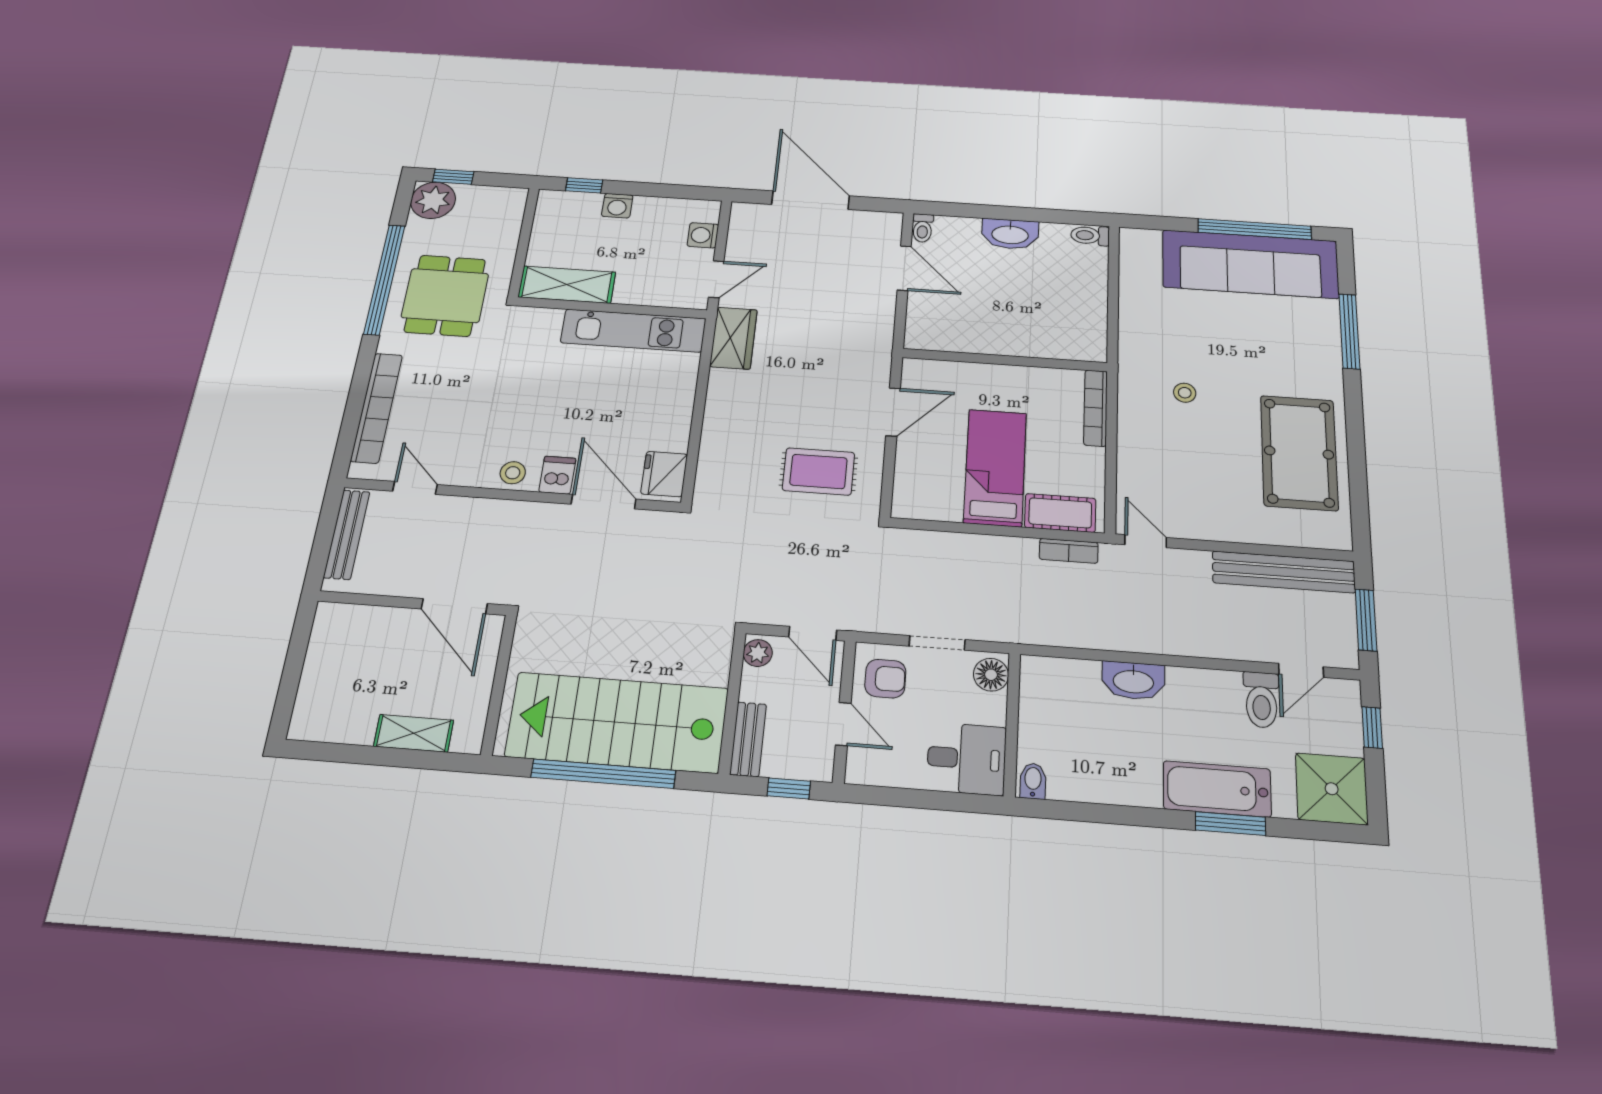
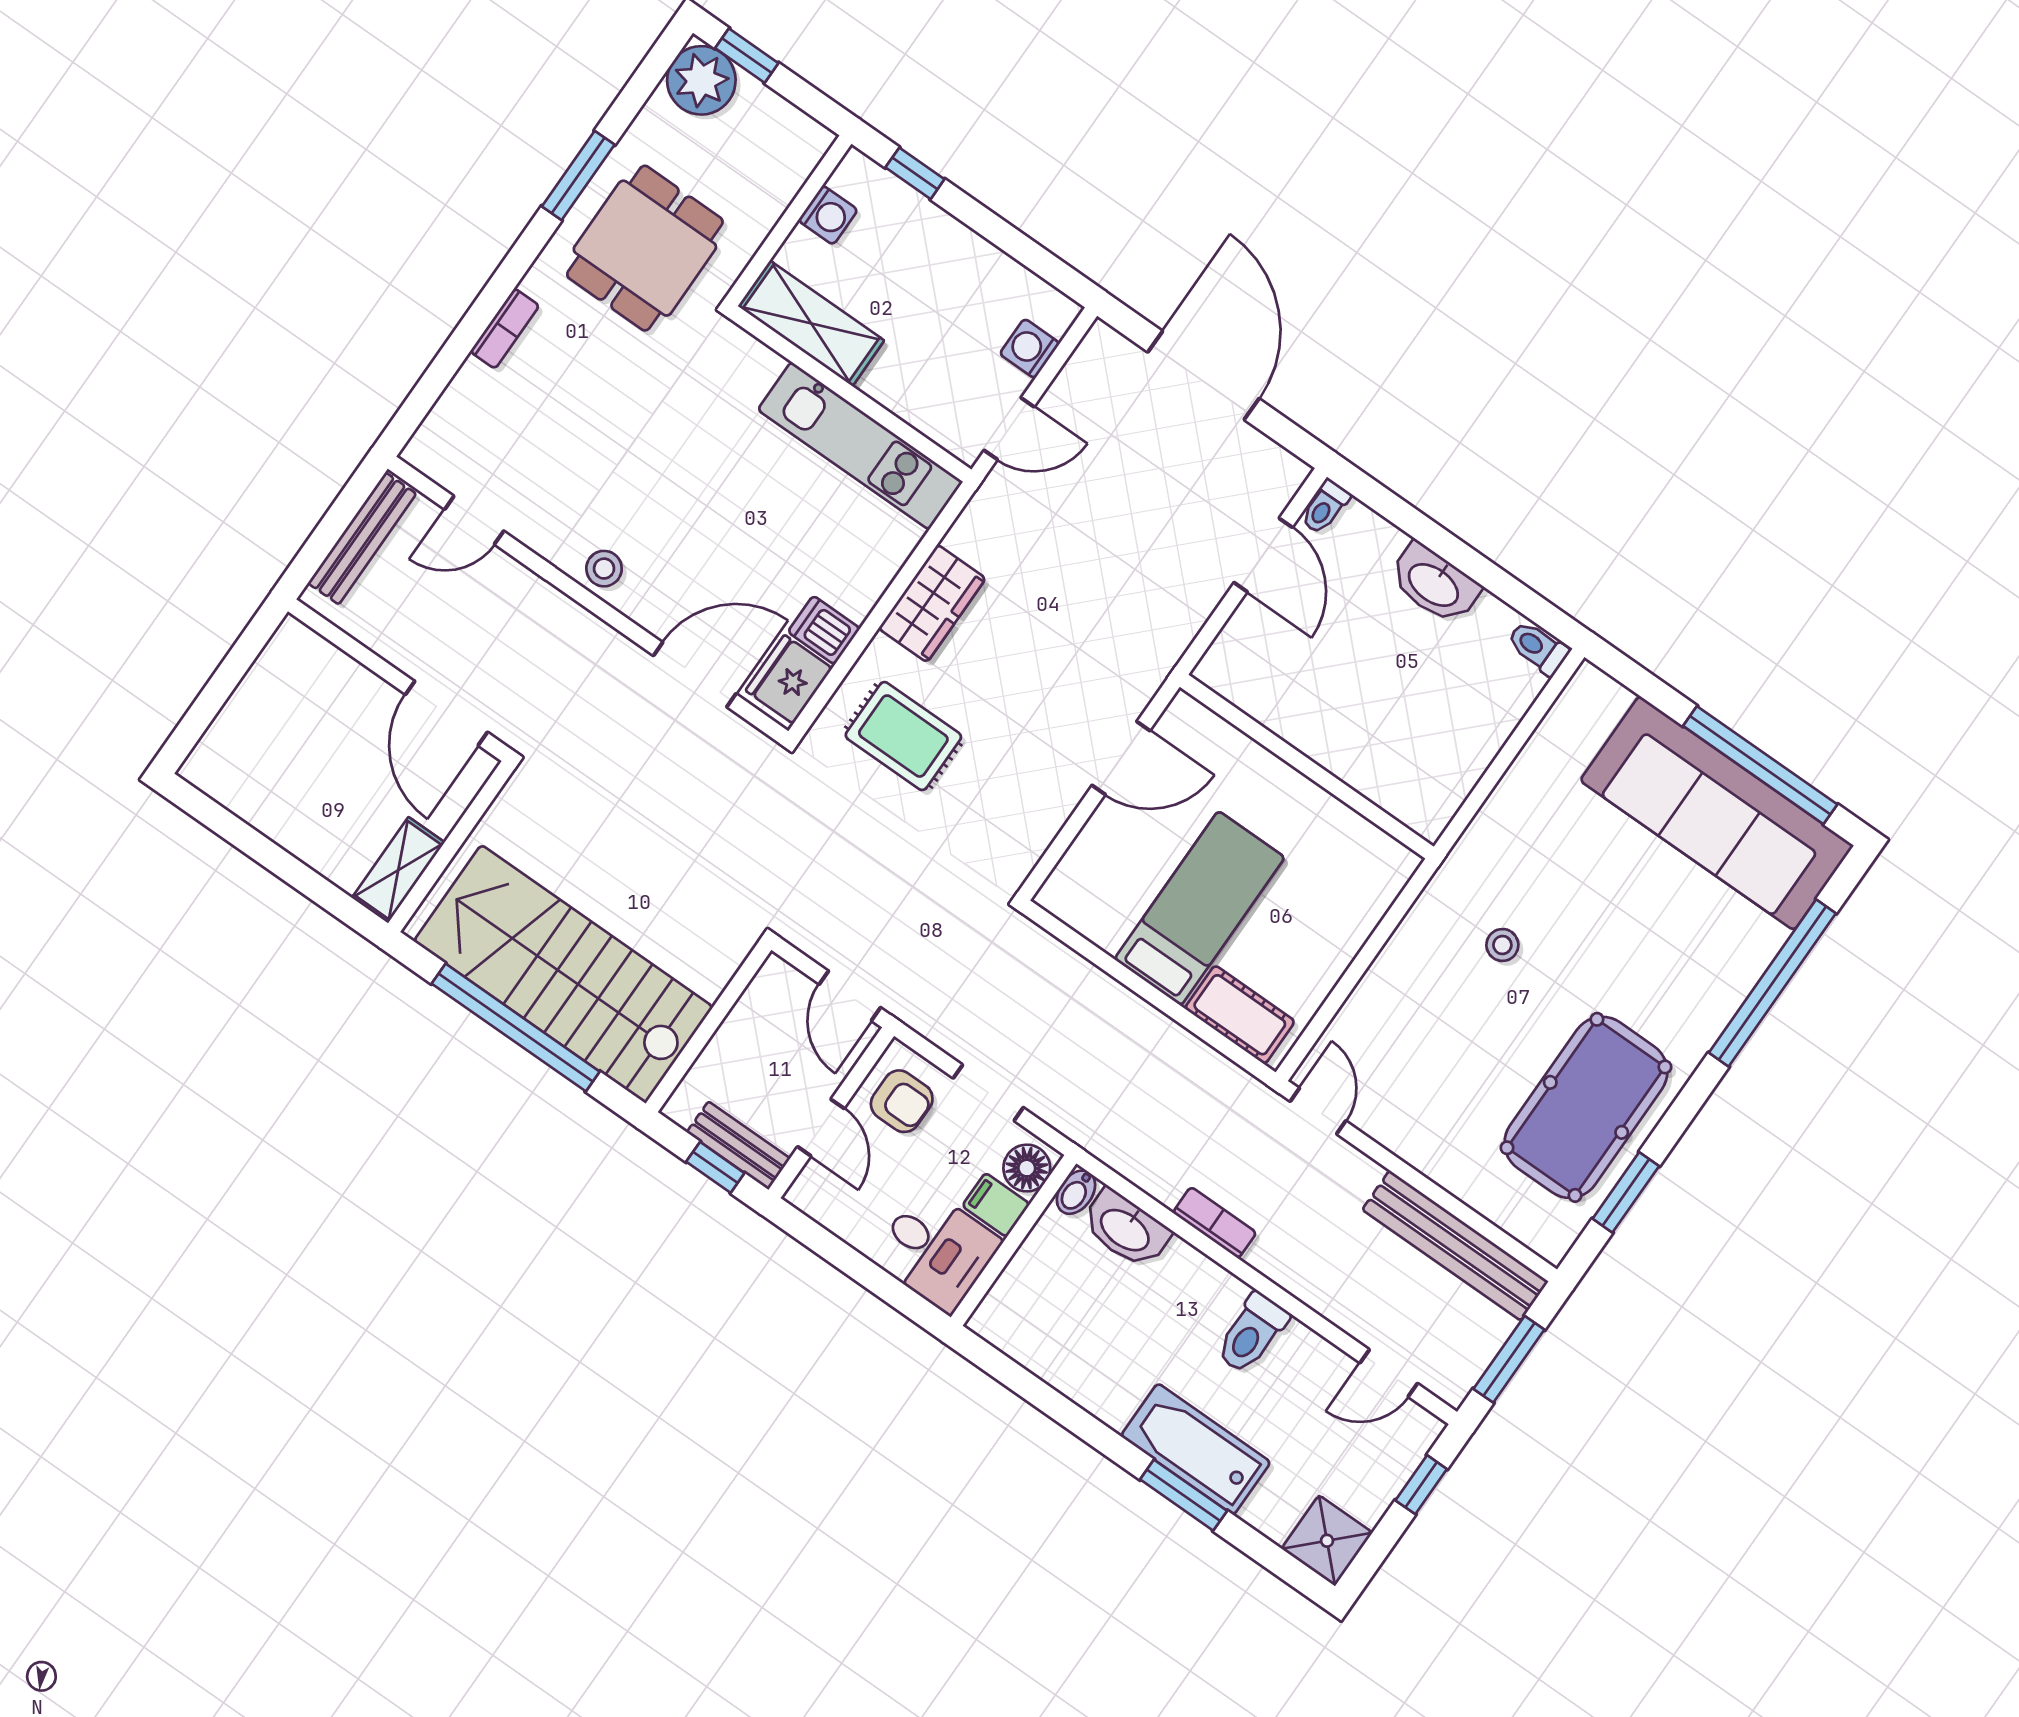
washing machine: (617, 206) -> (828, 215), moved, turned -90
window: (384, 279) -> (578, 175), width x0.47
window: (1349, 331) -> (1772, 983), width x1.46
wardrobe: (733, 338) -> (932, 603), moved
bookcase: (377, 408) -> (505, 329), width x0.43, depth x0.76
bookcase: (1096, 408) -> (1377, 901), removed
rug: (819, 471) -> (903, 736), moved
dishwasher: (557, 475) -> (824, 630), moved, turned -90
window: (1358, 486) -> (1626, 1192), added
door: (415, 488) -> (474, 520), swing flipped
door: (603, 502) -> (695, 675), hinge flipped
bookcase: (1069, 551) -> (1215, 1223), moved, turned 180
plant: (758, 653) -> (772, 983), removed
washbasin: (1133, 681) -> (1126, 1229), moved
toilet: (1261, 700) -> (1252, 1333), moved
filing cabinet: (986, 708) -> (996, 1205), added
shelving: (414, 733) -> (398, 870), moved, turned 90
bench: (748, 739) -> (738, 1145), moved, turned 90
bidet: (1033, 781) -> (1076, 1192), moved, turned 180
shower: (1332, 789) -> (1327, 1541), width x0.73, depth x0.73

